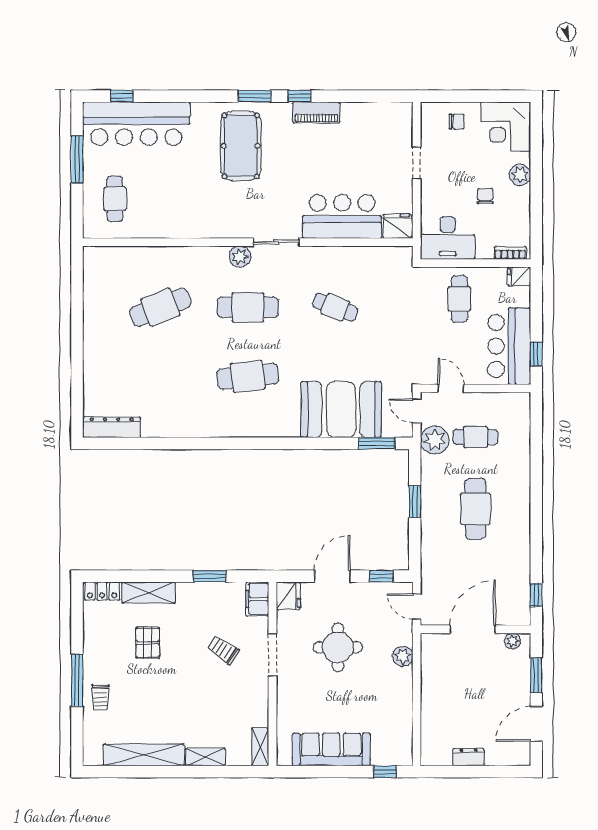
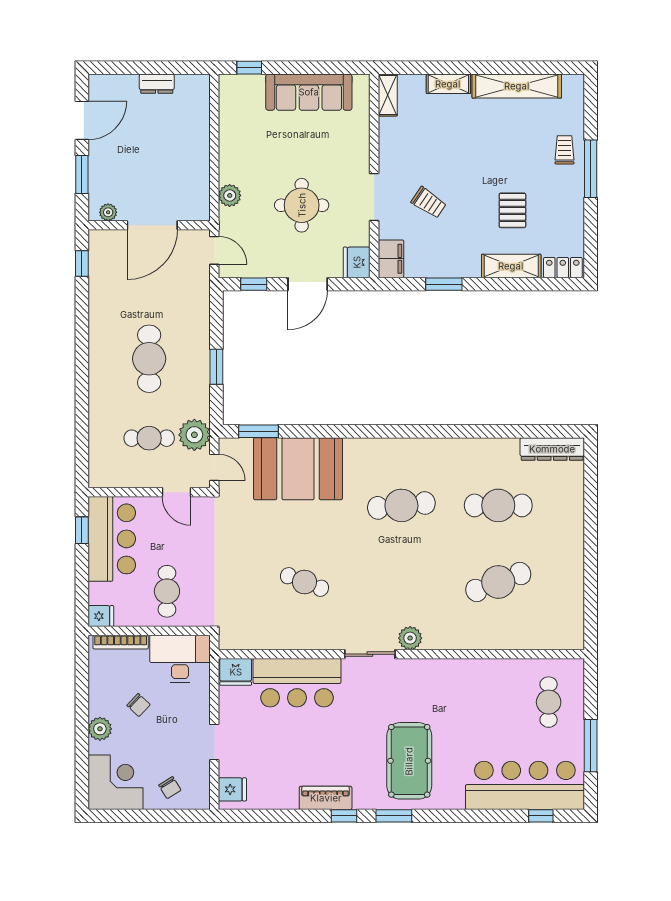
fridge: (400, 120) -> (232, 789), added
chair: (457, 122) -> (170, 788), turned -122
chair: (485, 196) -> (139, 705), turned -47
bookcase: (510, 253) -> (121, 642), width x1.56
cafe table: (248, 307) -> (498, 505), moved

